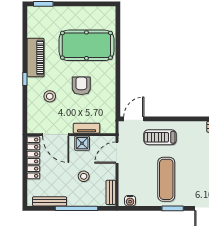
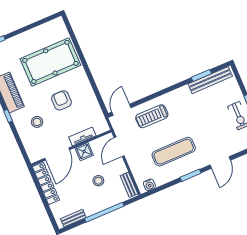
door: (56, 135) -> (57, 154), hinge flipped
exercise mat: (166, 179) -> (174, 152), turned 90
bench: (50, 201) -> (73, 218), width x0.73

